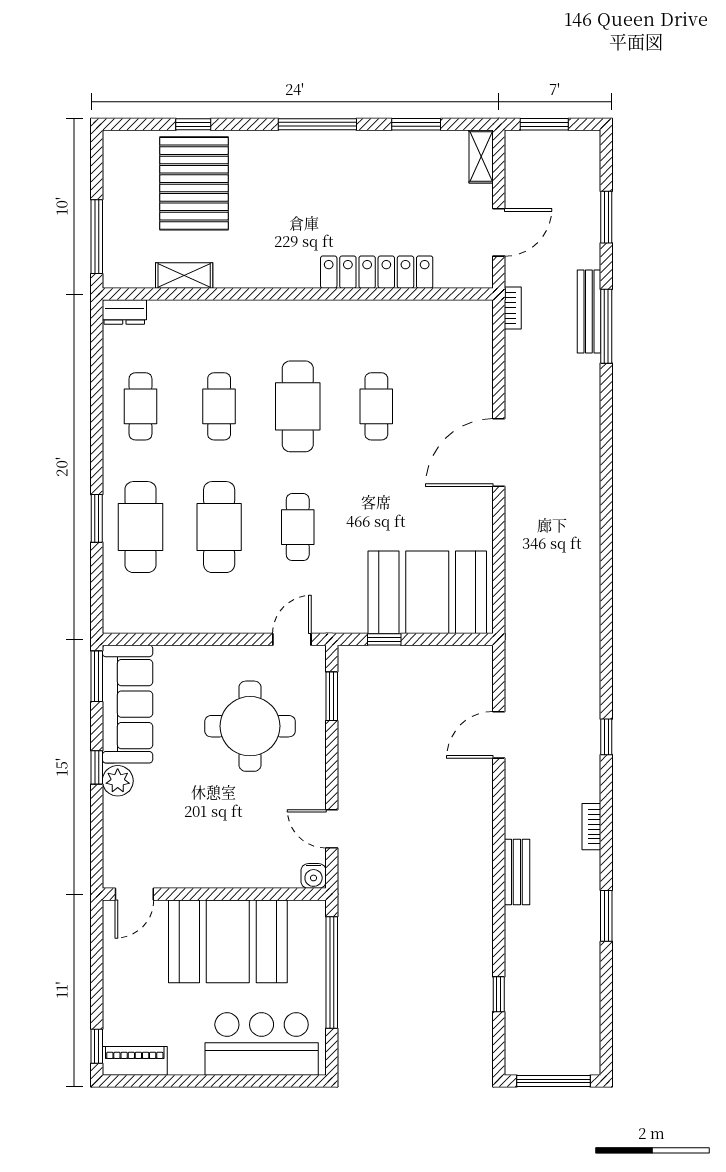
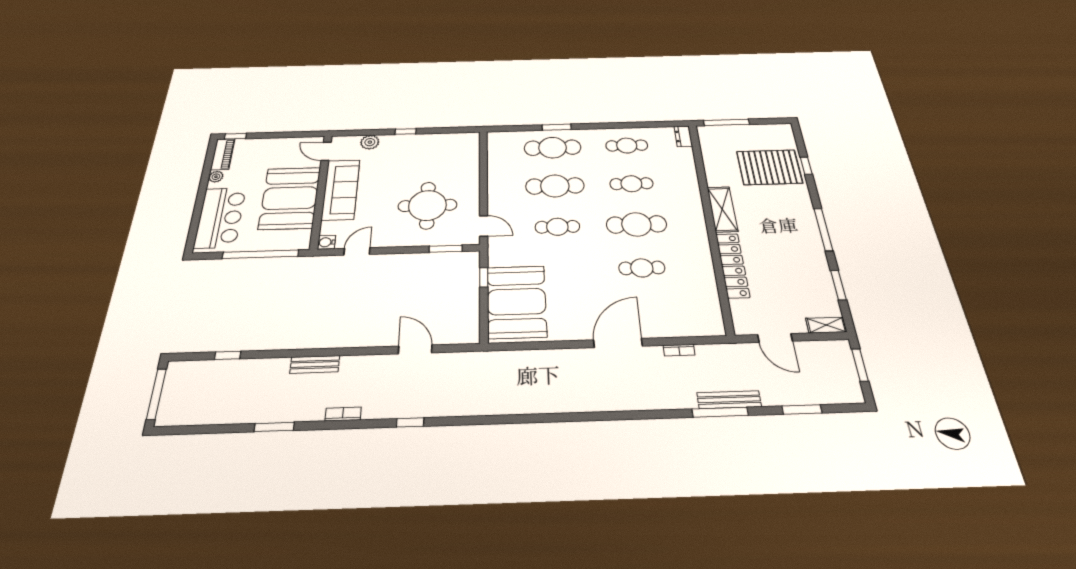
shelving: (184, 276) -> (722, 209), moved, width x1.50, depth x1.33
bookcase: (513, 308) -> (679, 350), moved
door: (499, 453) -> (618, 343), hinge flipped
window: (97, 676) -> (461, 130), removed
sofa: (128, 704) -> (341, 190), moved, turned -90
plant: (118, 781) -> (370, 142), moved
plant: (181, 1064) -> (216, 177), added

